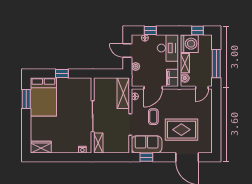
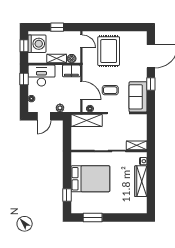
window: (150, 31) -> (24, 79), moved
washing machine: (189, 44) -> (37, 44), moved, turned 90
window: (216, 64) -> (57, 27), width x0.46
window: (62, 73) -> (67, 195), moved
bed: (43, 97) -> (90, 179), moved
rug: (181, 130) -> (109, 51), moved
wardrobe: (41, 147) -> (141, 181), moved, width x1.50
window: (146, 157) -> (151, 84), moved

